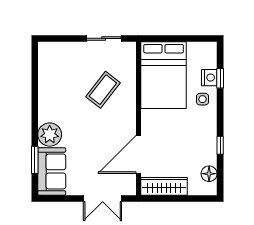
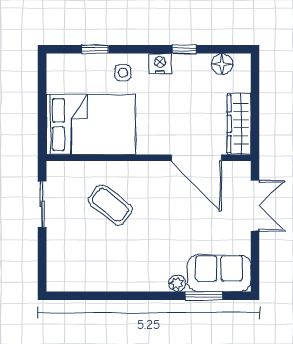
nightstand: (209, 78) -> (160, 64), moved
plant: (50, 135) -> (177, 283), width x0.53, depth x0.53

